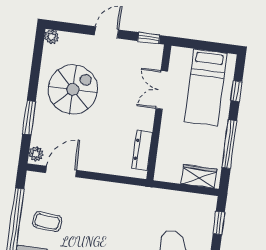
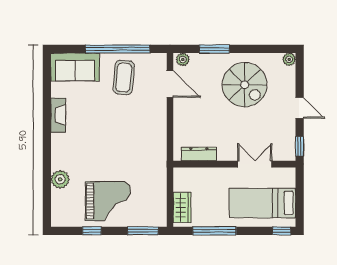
window: (236, 91) -> (282, 231), moved
coffee table: (47, 222) -> (124, 77), width x1.36, depth x1.30
window: (219, 223) -> (143, 231), width x1.50

